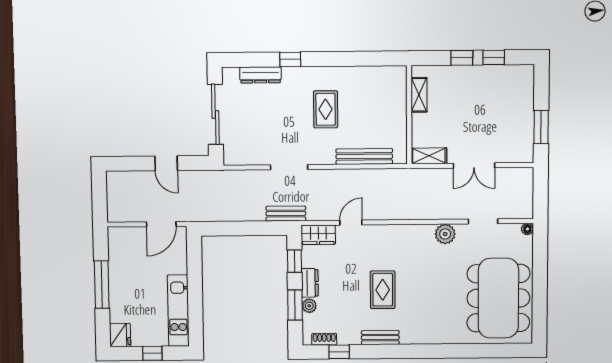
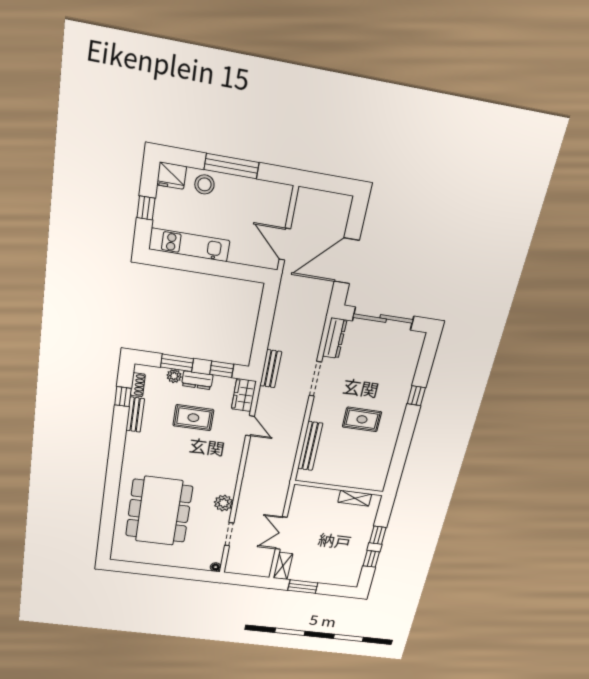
dresser: (260, 75) -> (335, 338), moved, turned 180
shelving: (429, 156) -> (283, 566), moved
door: (166, 163) -> (347, 261), width x1.88
rug: (383, 290) -> (193, 418), moved
dining table: (498, 298) -> (159, 511), moved, turned 90
stool: (122, 305) -> (204, 184), added
bench: (380, 338) -> (135, 415), moved

